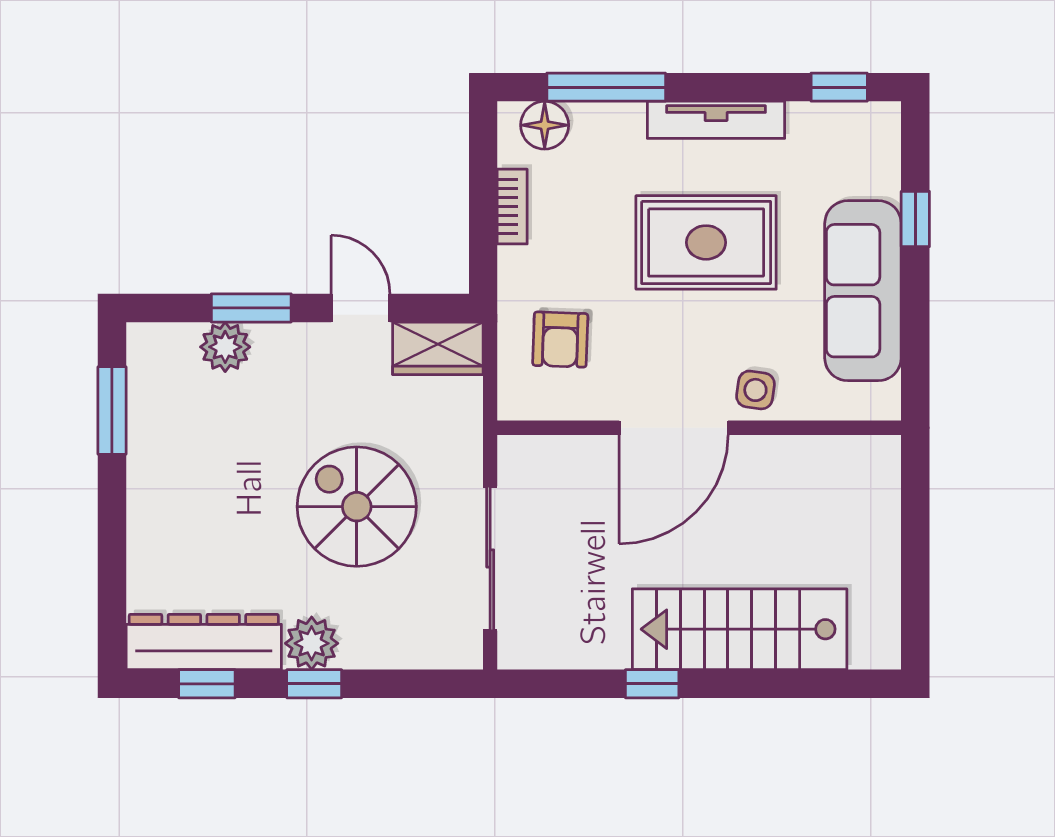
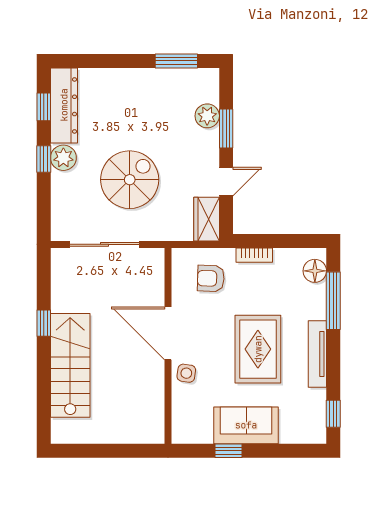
bookcase: (512, 207) -> (254, 255), moved
window: (915, 219) -> (228, 451), moved
sofa: (863, 291) -> (246, 425), width x0.73

